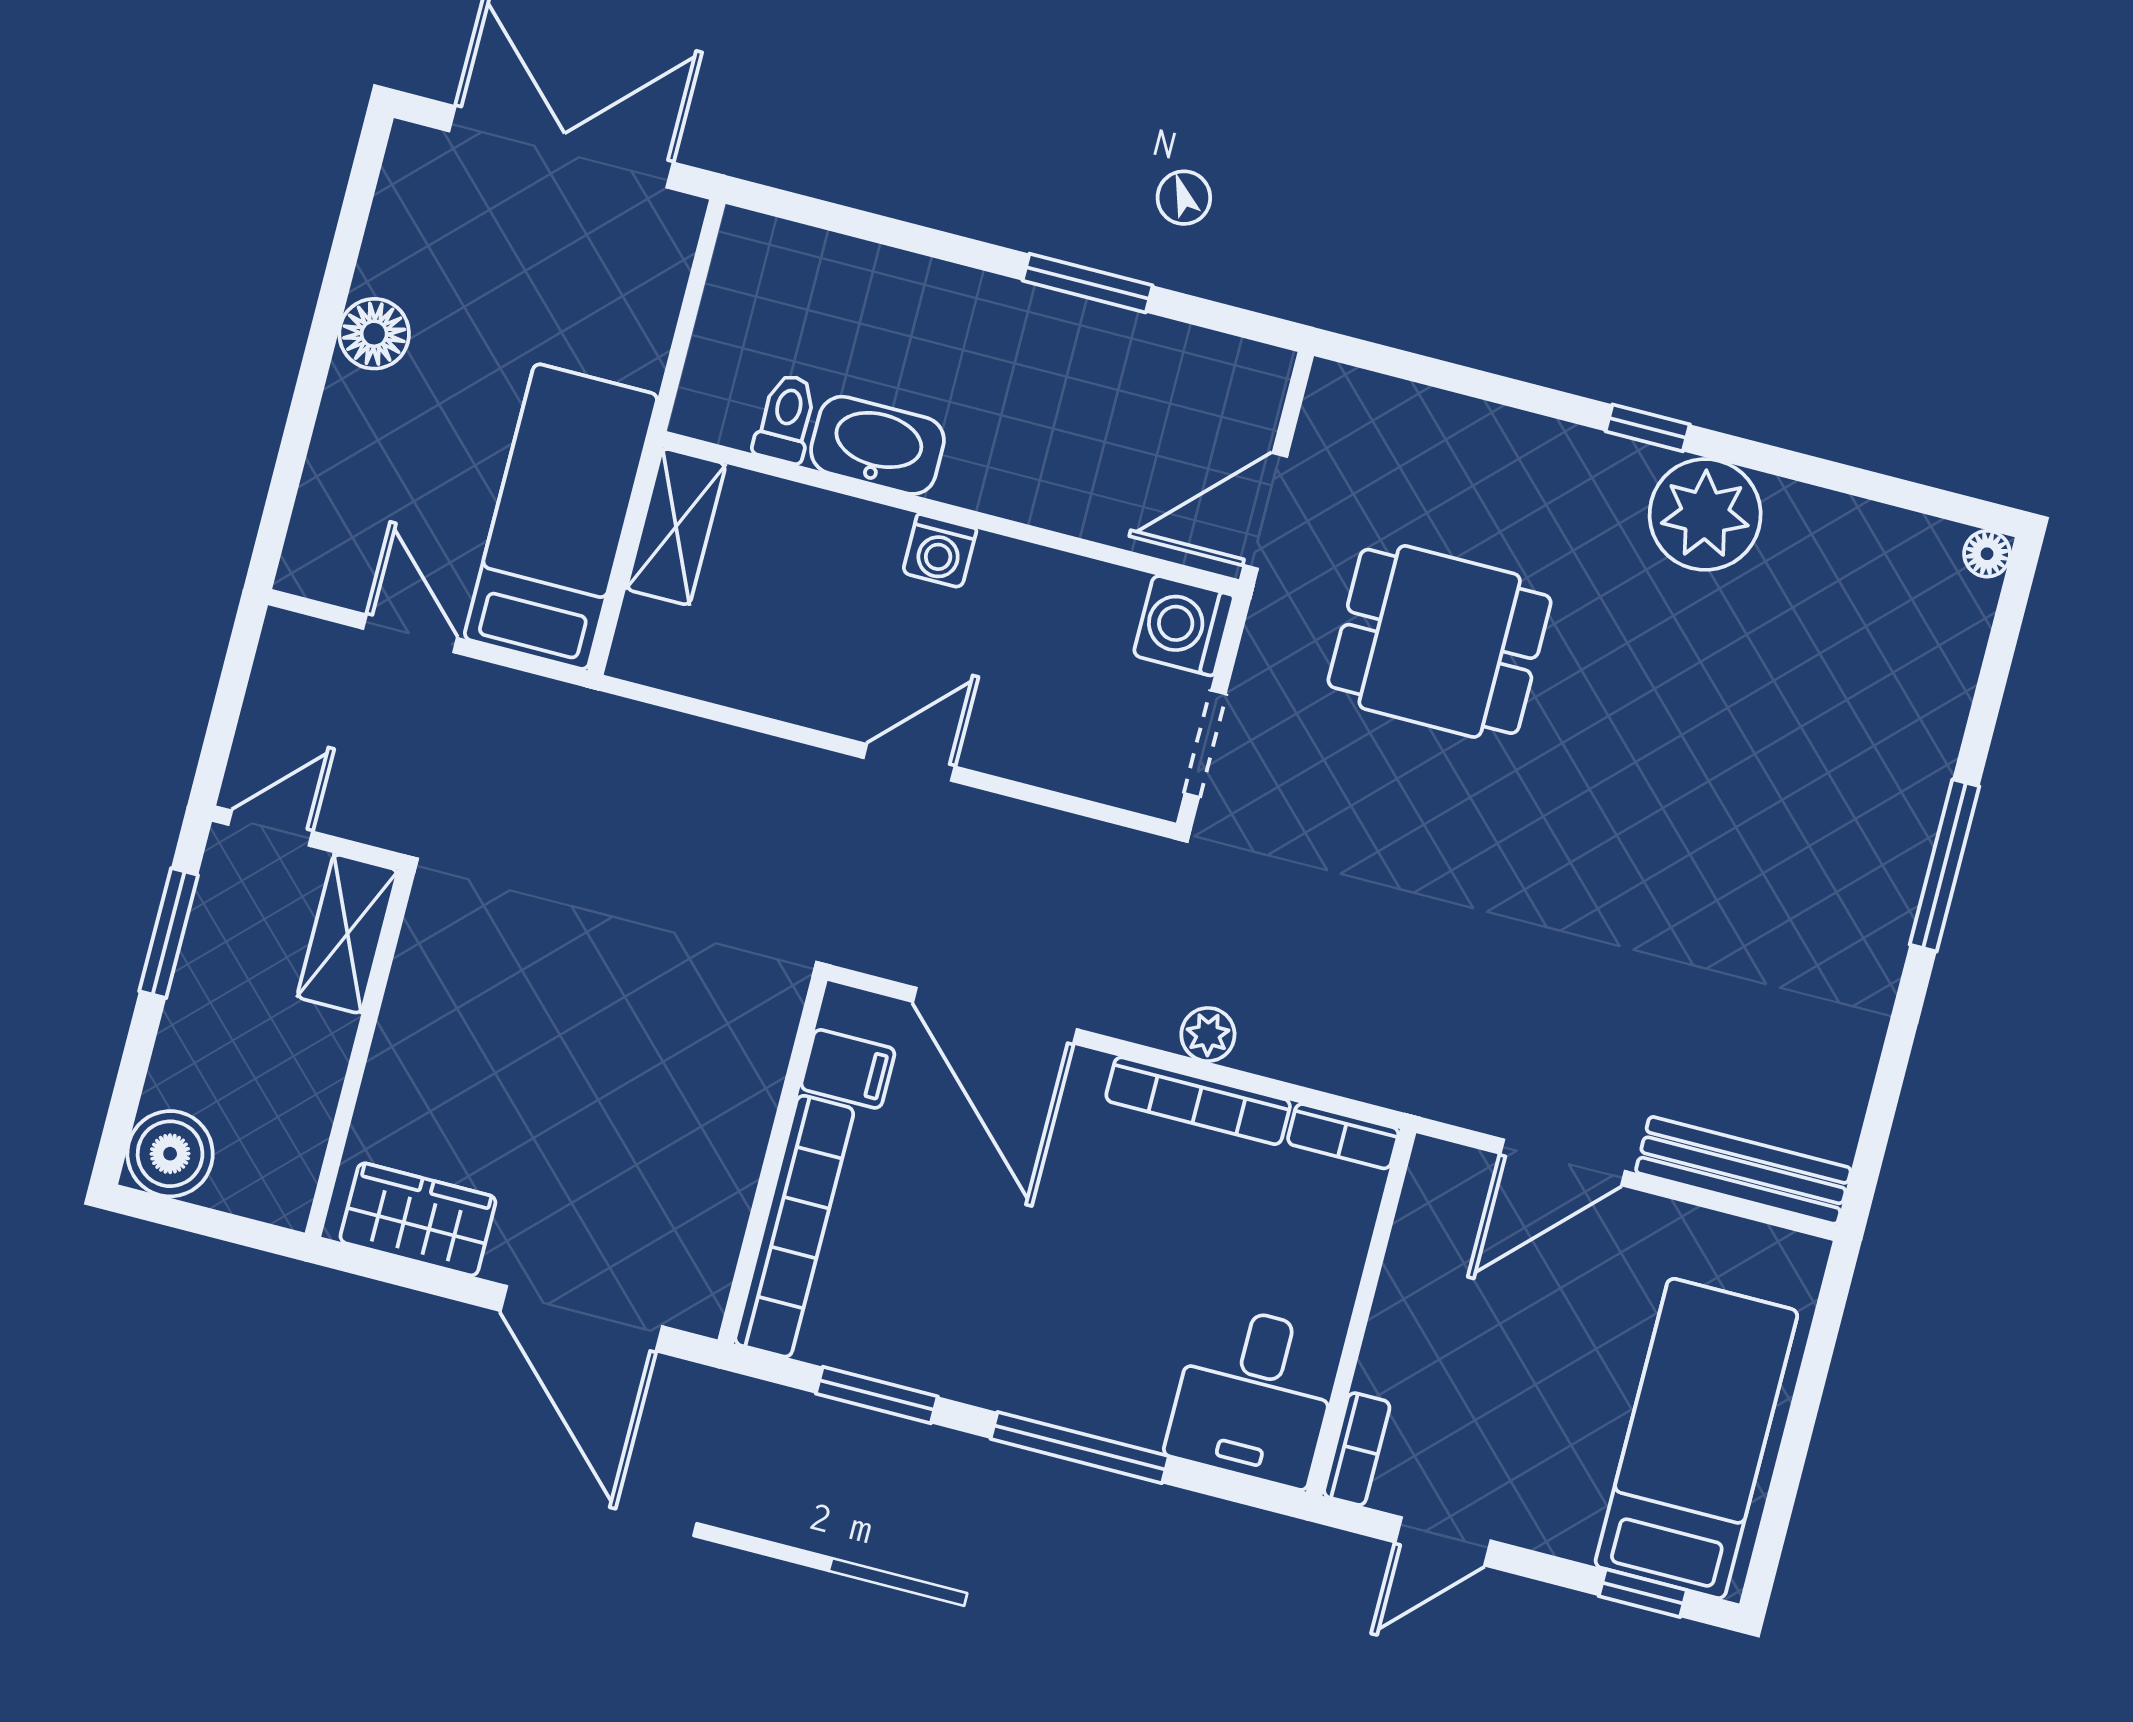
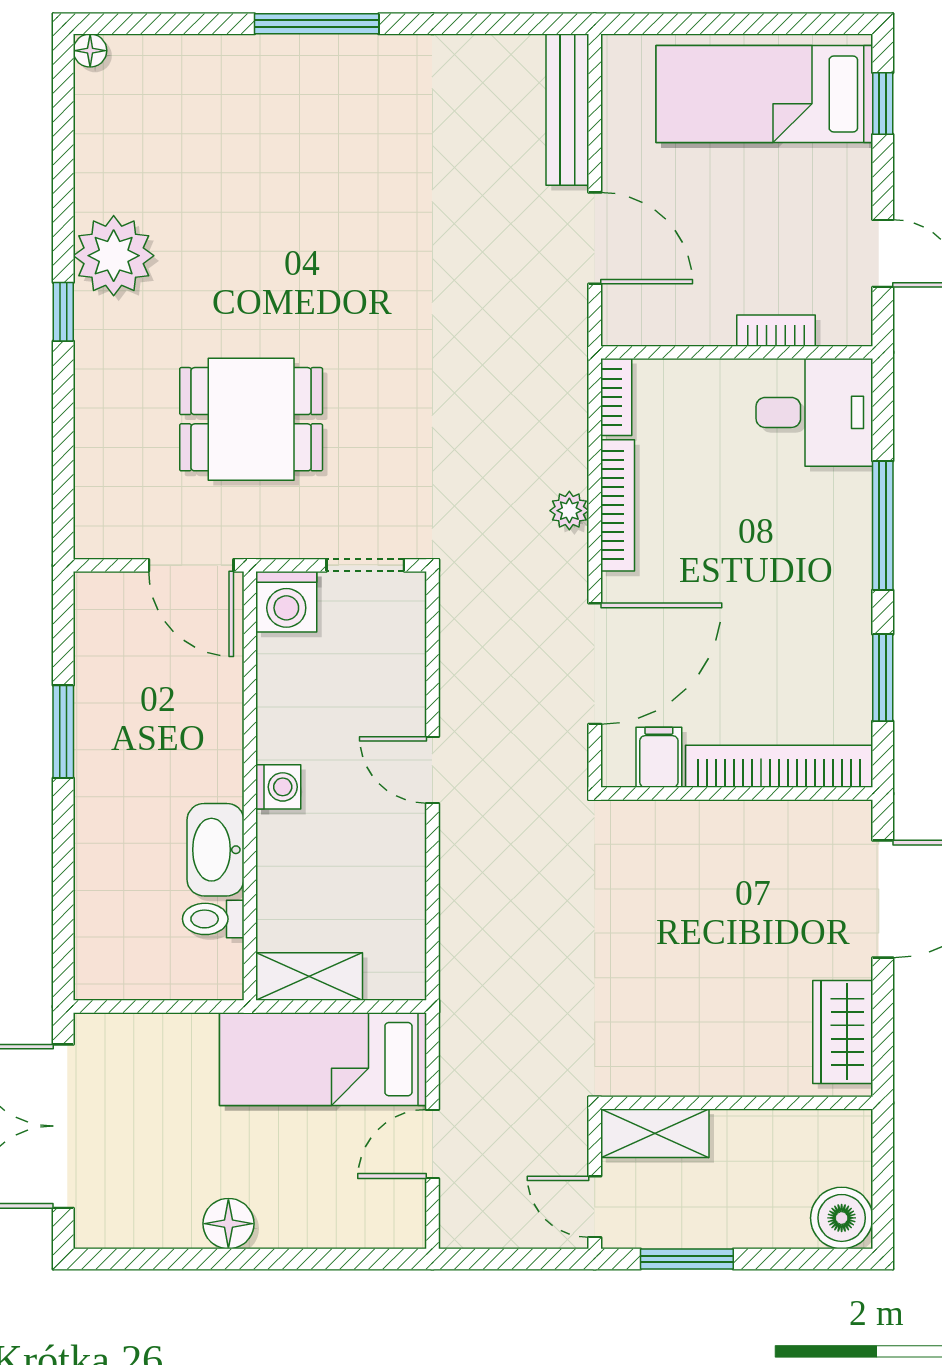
dining table: (1440, 641) -> (251, 419), turned 90
bookcase: (1357, 1449) -> (776, 331), moved

